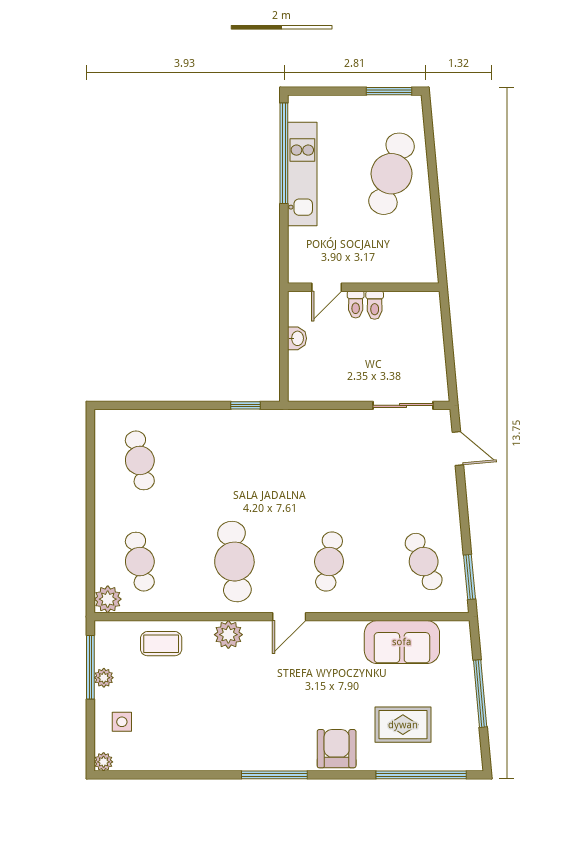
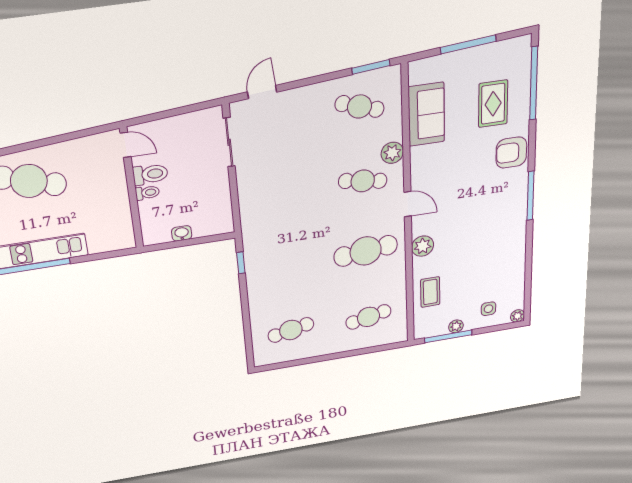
door: (327, 287) -> (126, 145), moved
toilet: (375, 305) -> (150, 174), width x1.37, depth x1.39
cafe table: (424, 562) -> (360, 106), turned 42
plant: (108, 599) -> (392, 153), moved

